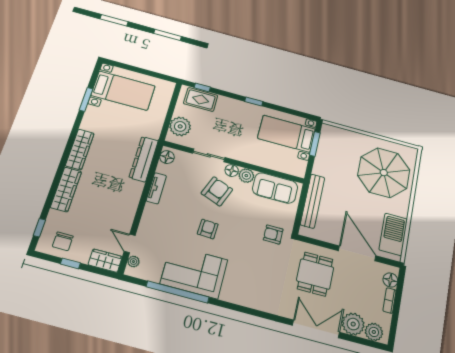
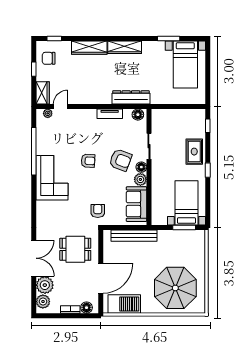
rug: (201, 99) -> (194, 152), moved
plant: (180, 126) -> (167, 118), removed
corner sofa: (194, 272) -> (52, 178), moved

